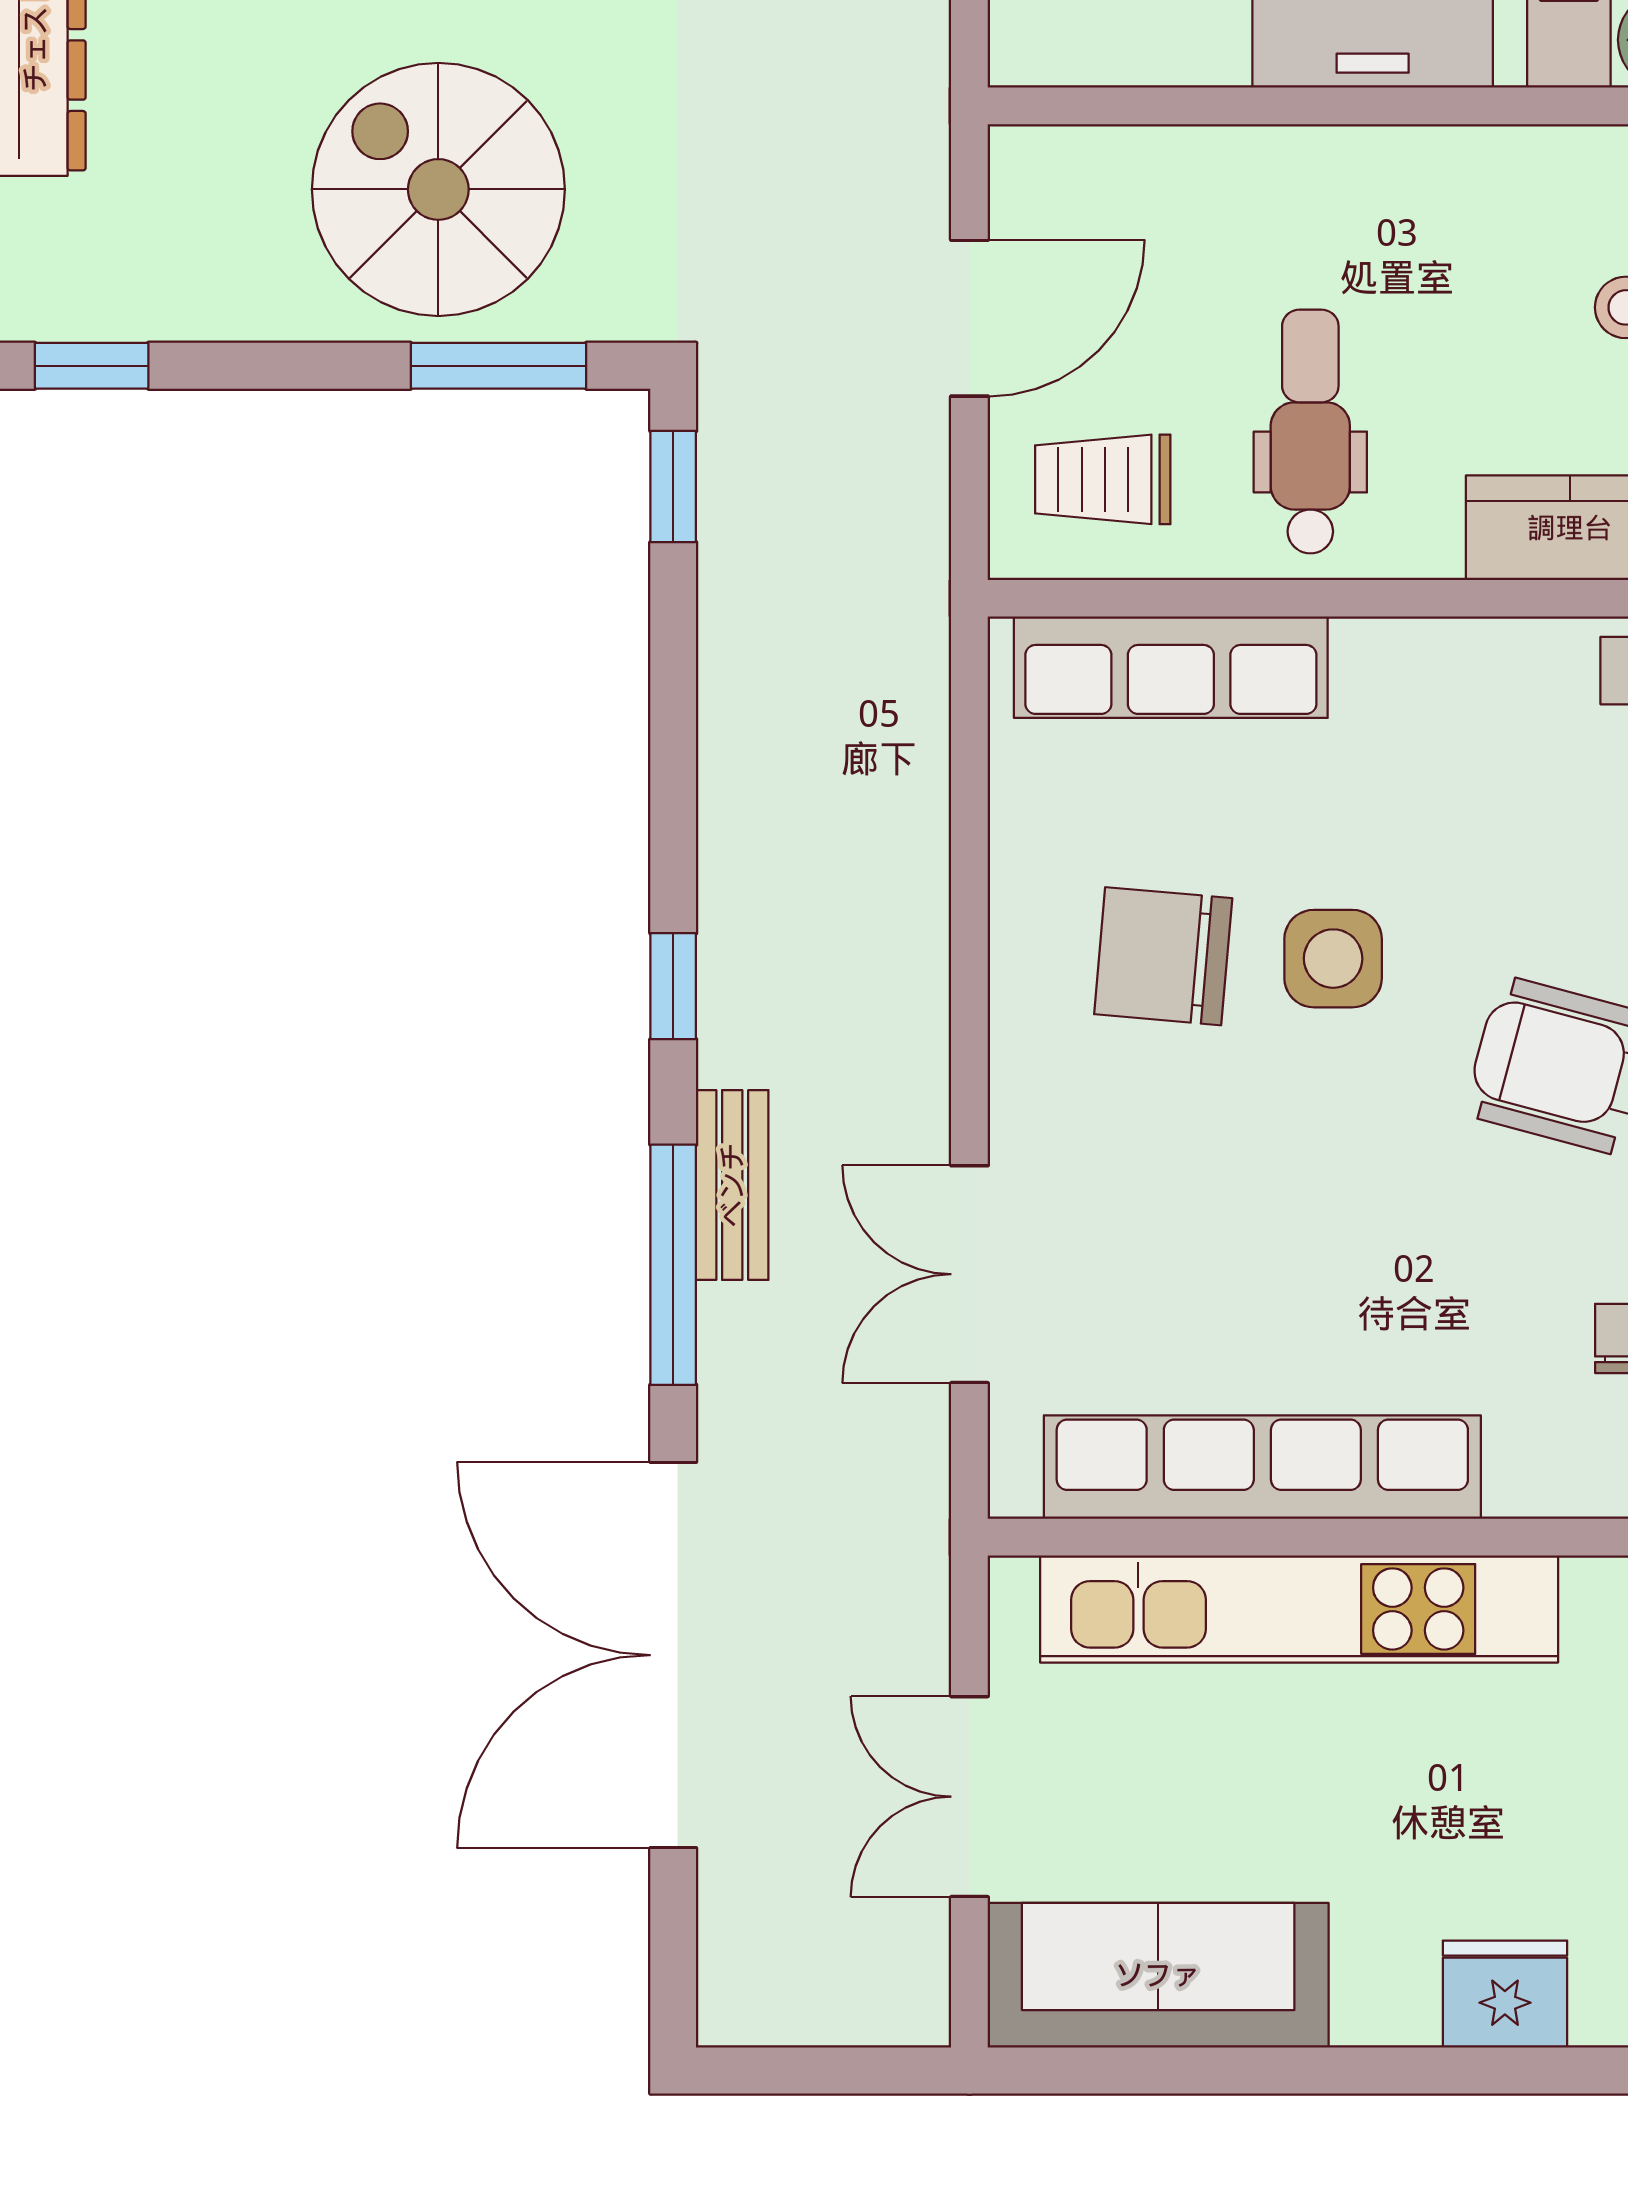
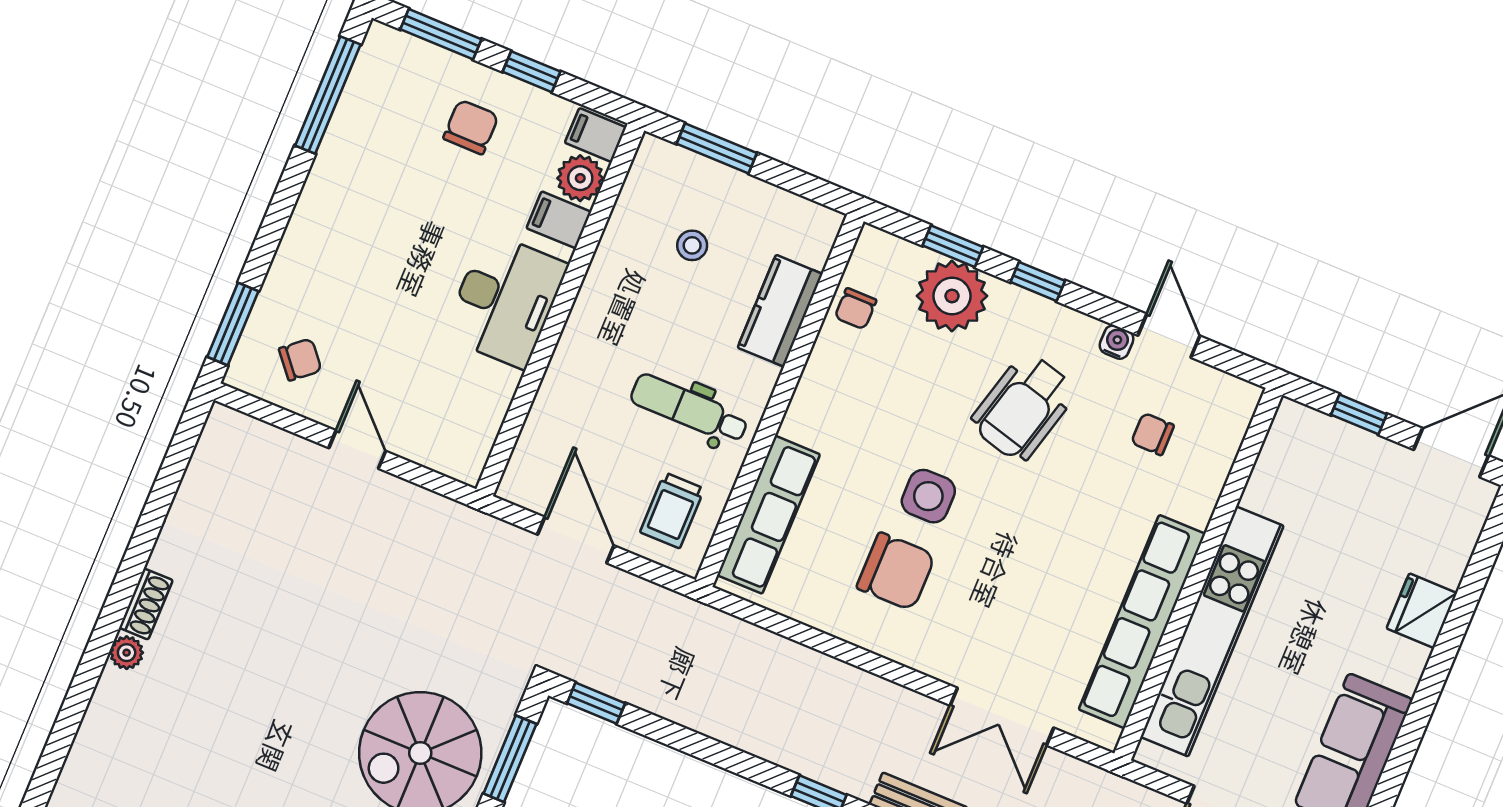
chair: (1163, 956) -> (896, 571), turned -95

